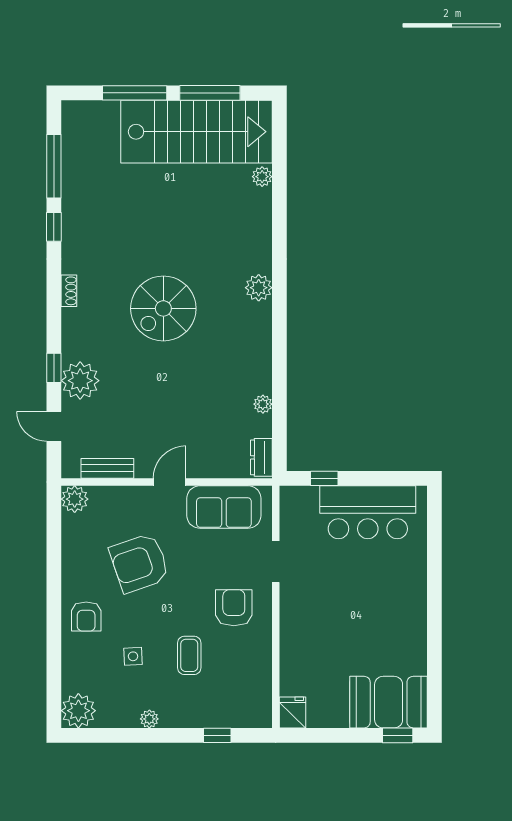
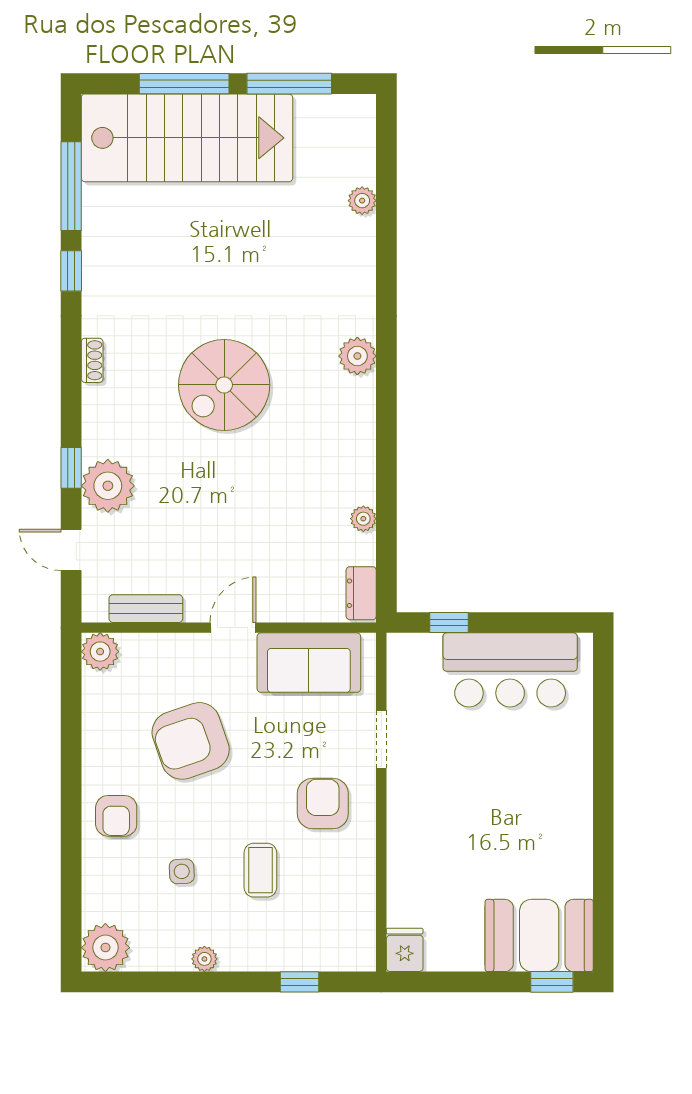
stairs: (196, 132) -> (187, 138), moved

